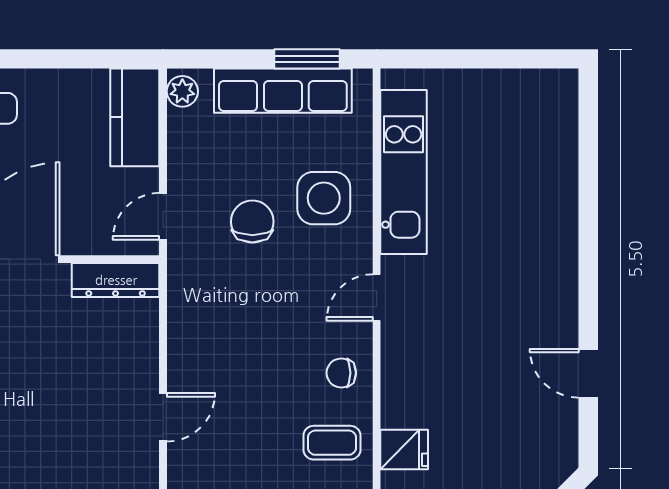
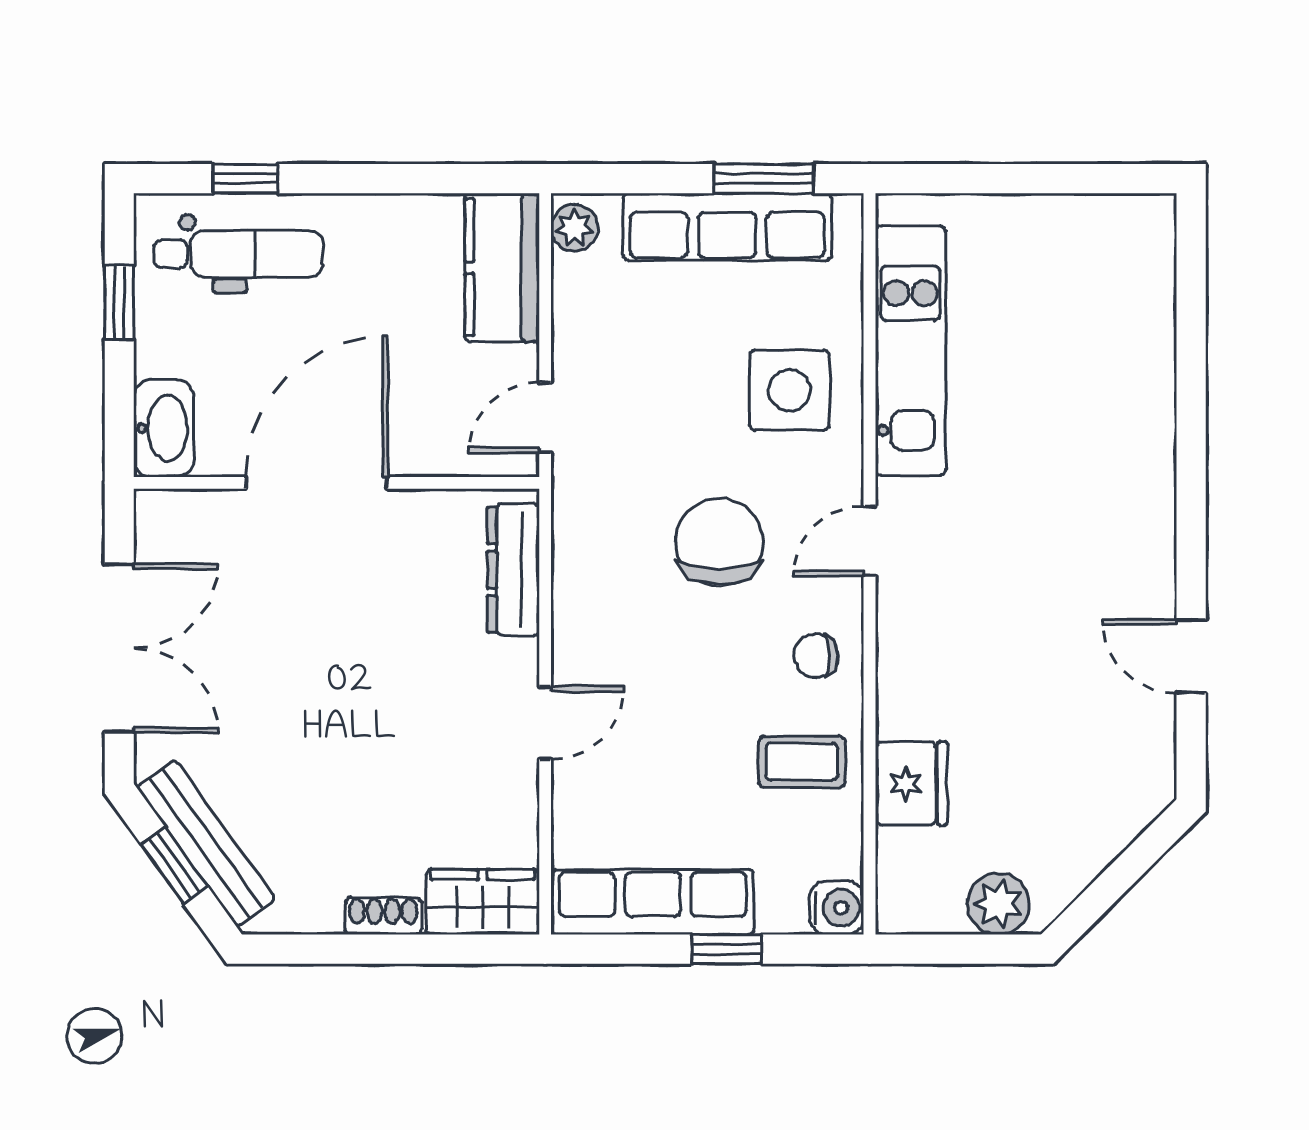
chair: (252, 222) -> (719, 542), moved, width x1.37, depth x1.37
dresser: (116, 280) -> (513, 570), moved, turned 90
fridge: (404, 449) -> (911, 783), width x1.38

